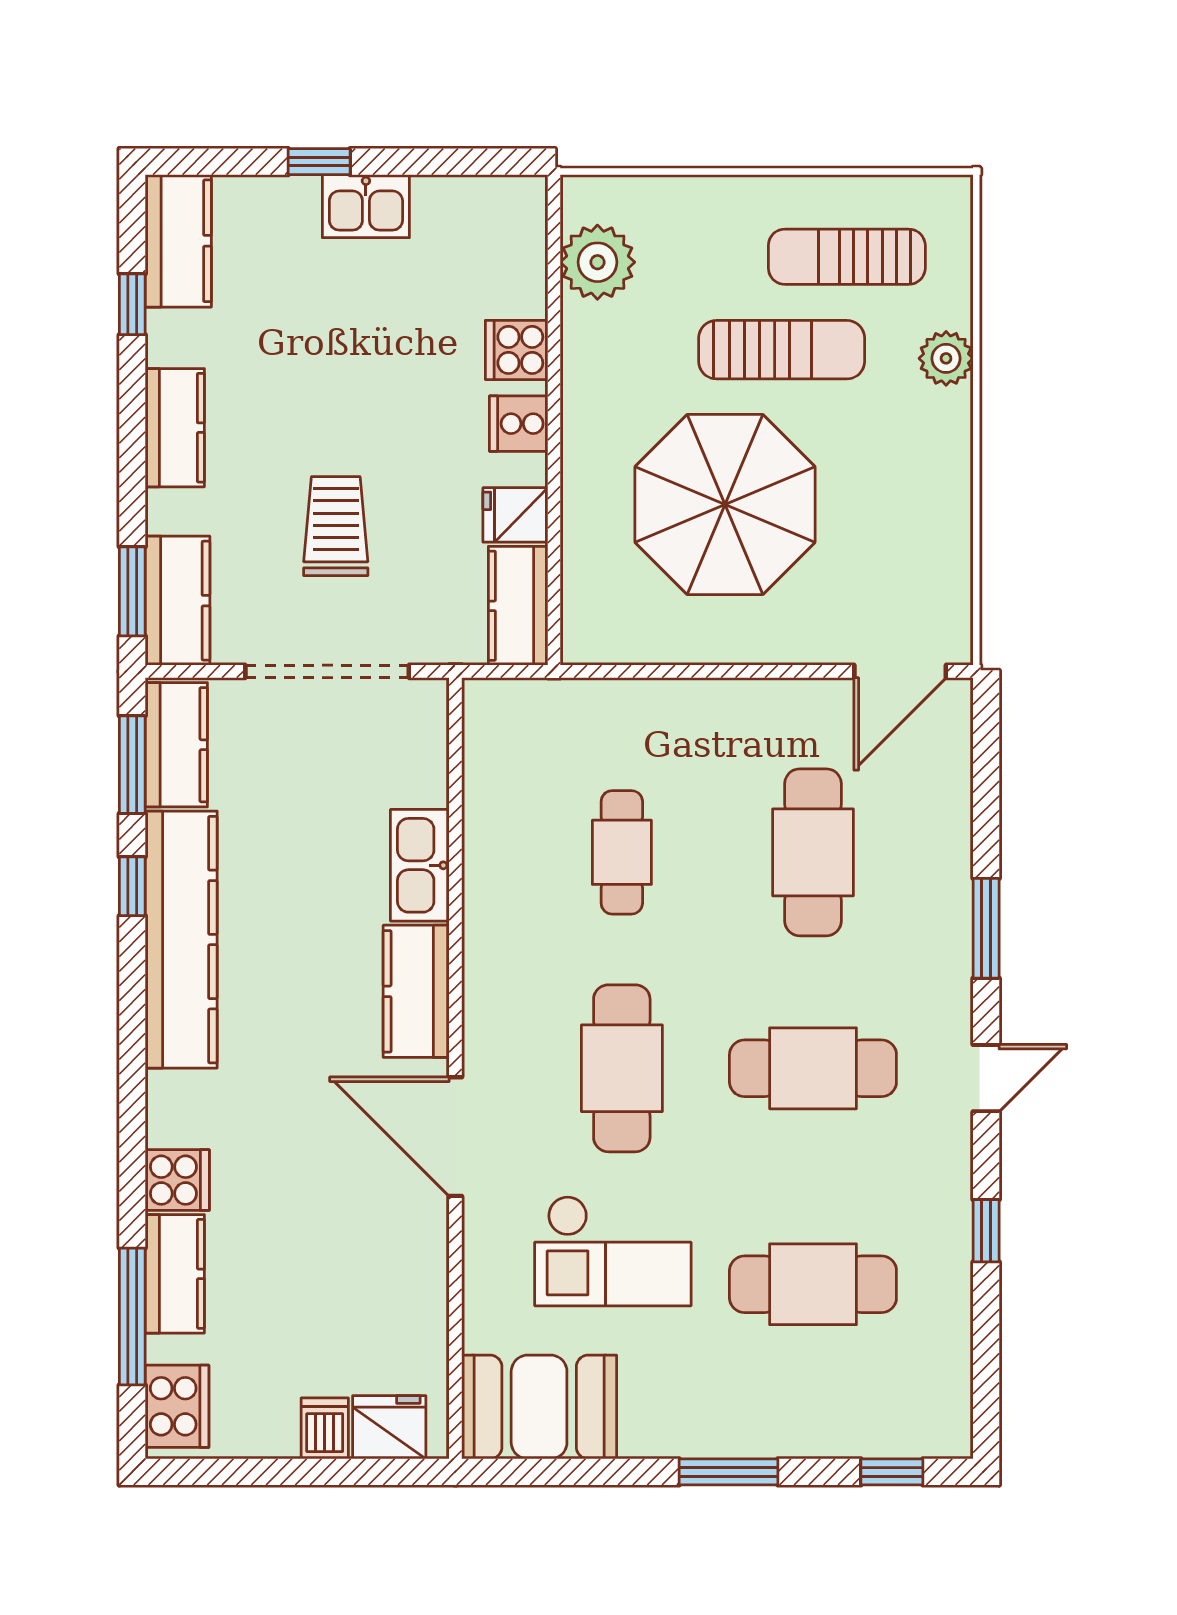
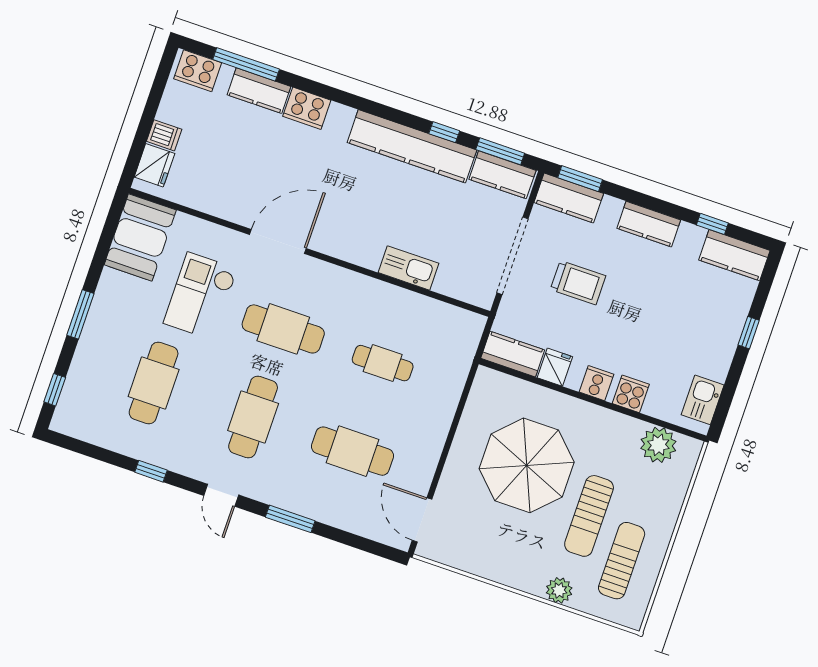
kitchen sink: (366, 206) -> (703, 400), moved
kitchen counter: (416, 991) -> (351, 246), removed
cooker: (177, 1180) -> (307, 108), width x1.36

